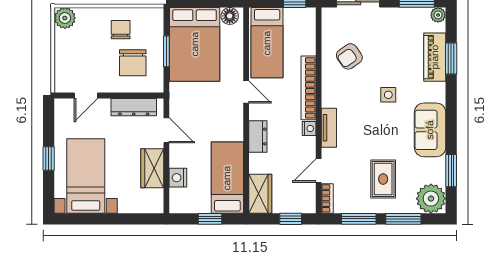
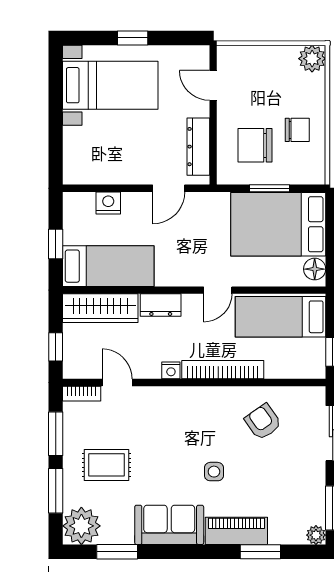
piano: (435, 57) -> (236, 531), moved
tv unit: (329, 128) -> (172, 396), removed
wardrobe: (152, 168) -> (120, 170), removed
wardrobe: (260, 194) -> (100, 308), width x1.50

